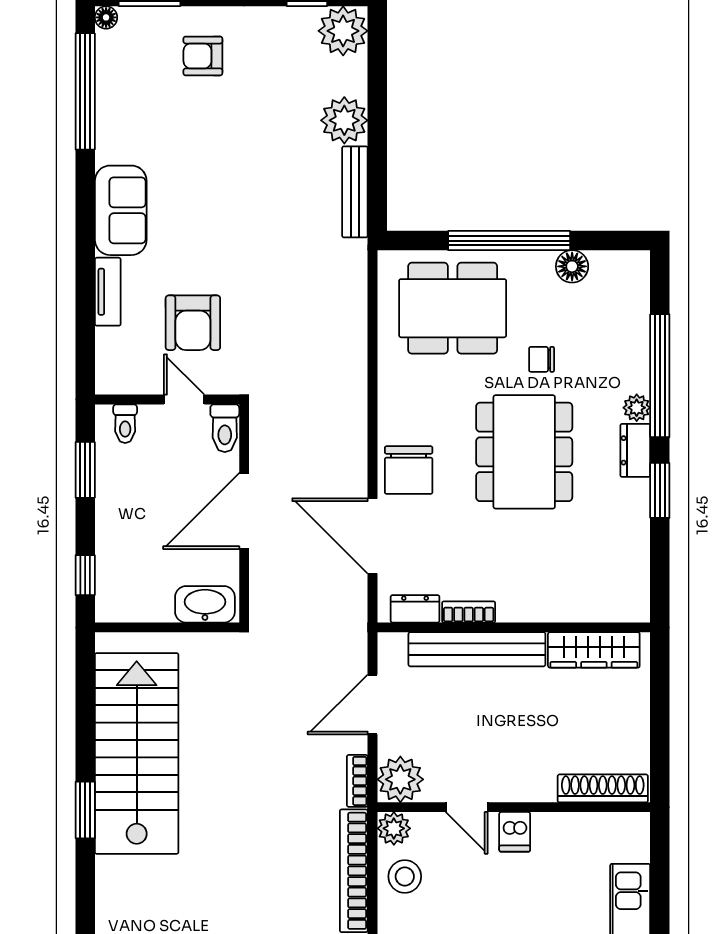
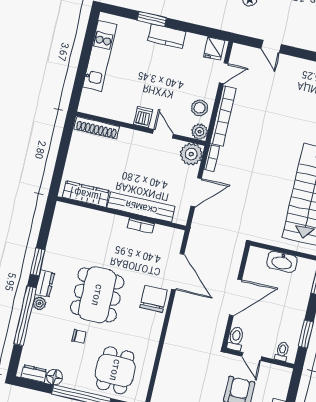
dining table: (453, 308) -> (115, 370), width x0.73
washbasin: (205, 604) -> (282, 262), moved
dresser: (415, 609) -> (34, 373), moved, turned 180

